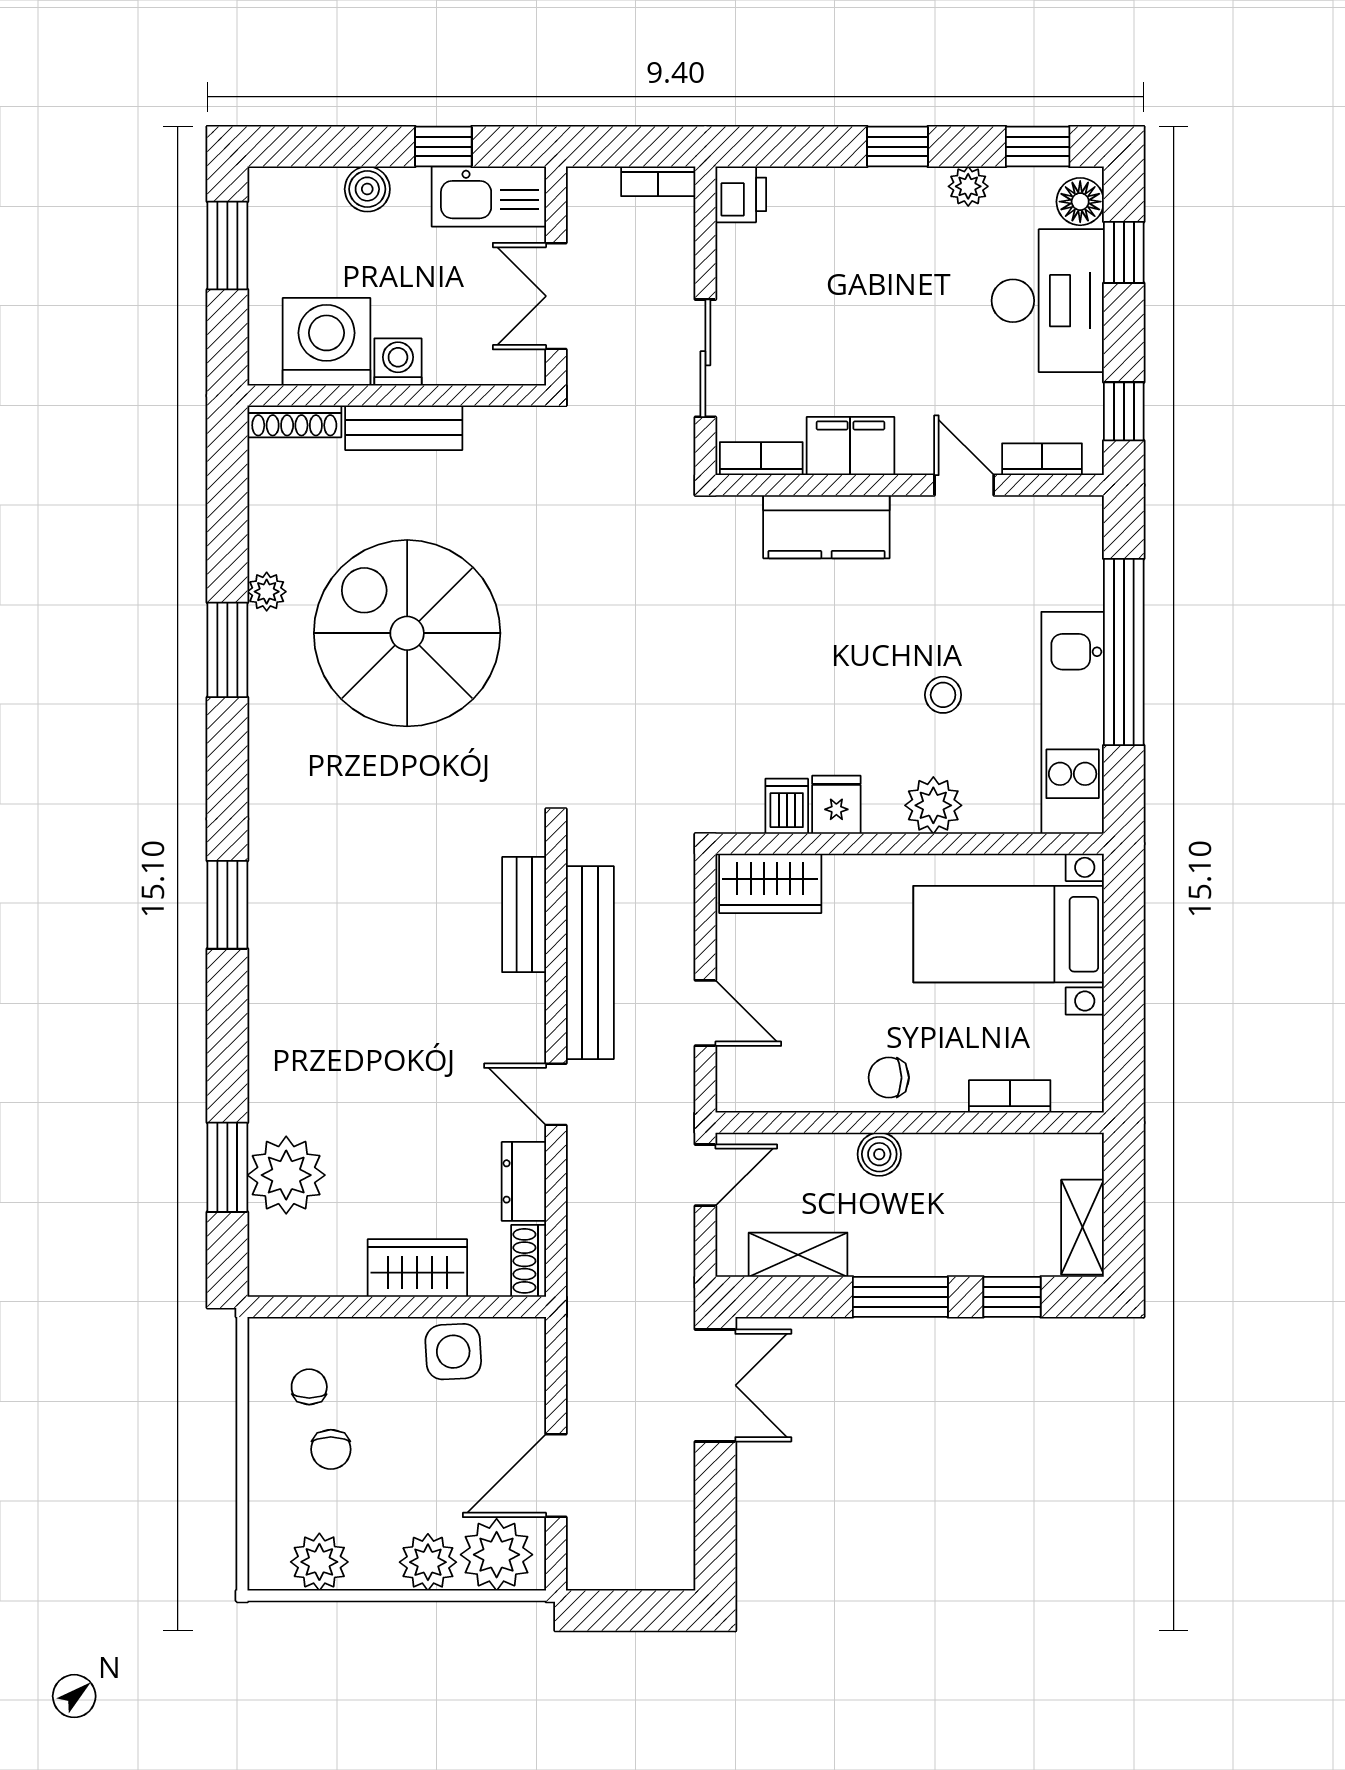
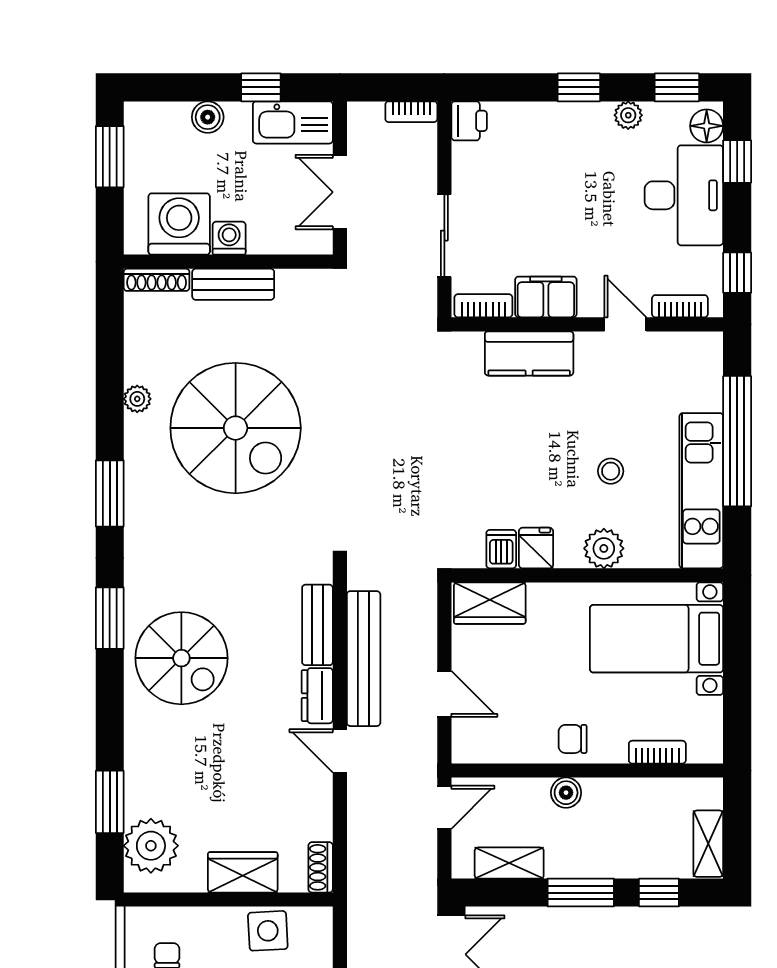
spiral stairs: (407, 633) -> (236, 428), turned 180
window: (227, 650) -> (110, 493), moved
spiral stairs: (330, 962) -> (181, 658), added
plant: (286, 1175) -> (151, 846), moved
dresser: (524, 1181) -> (317, 696), moved

